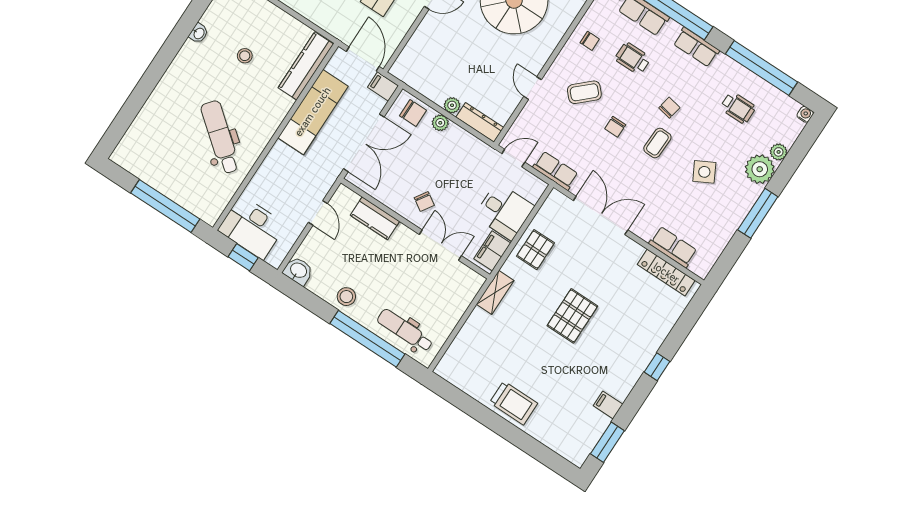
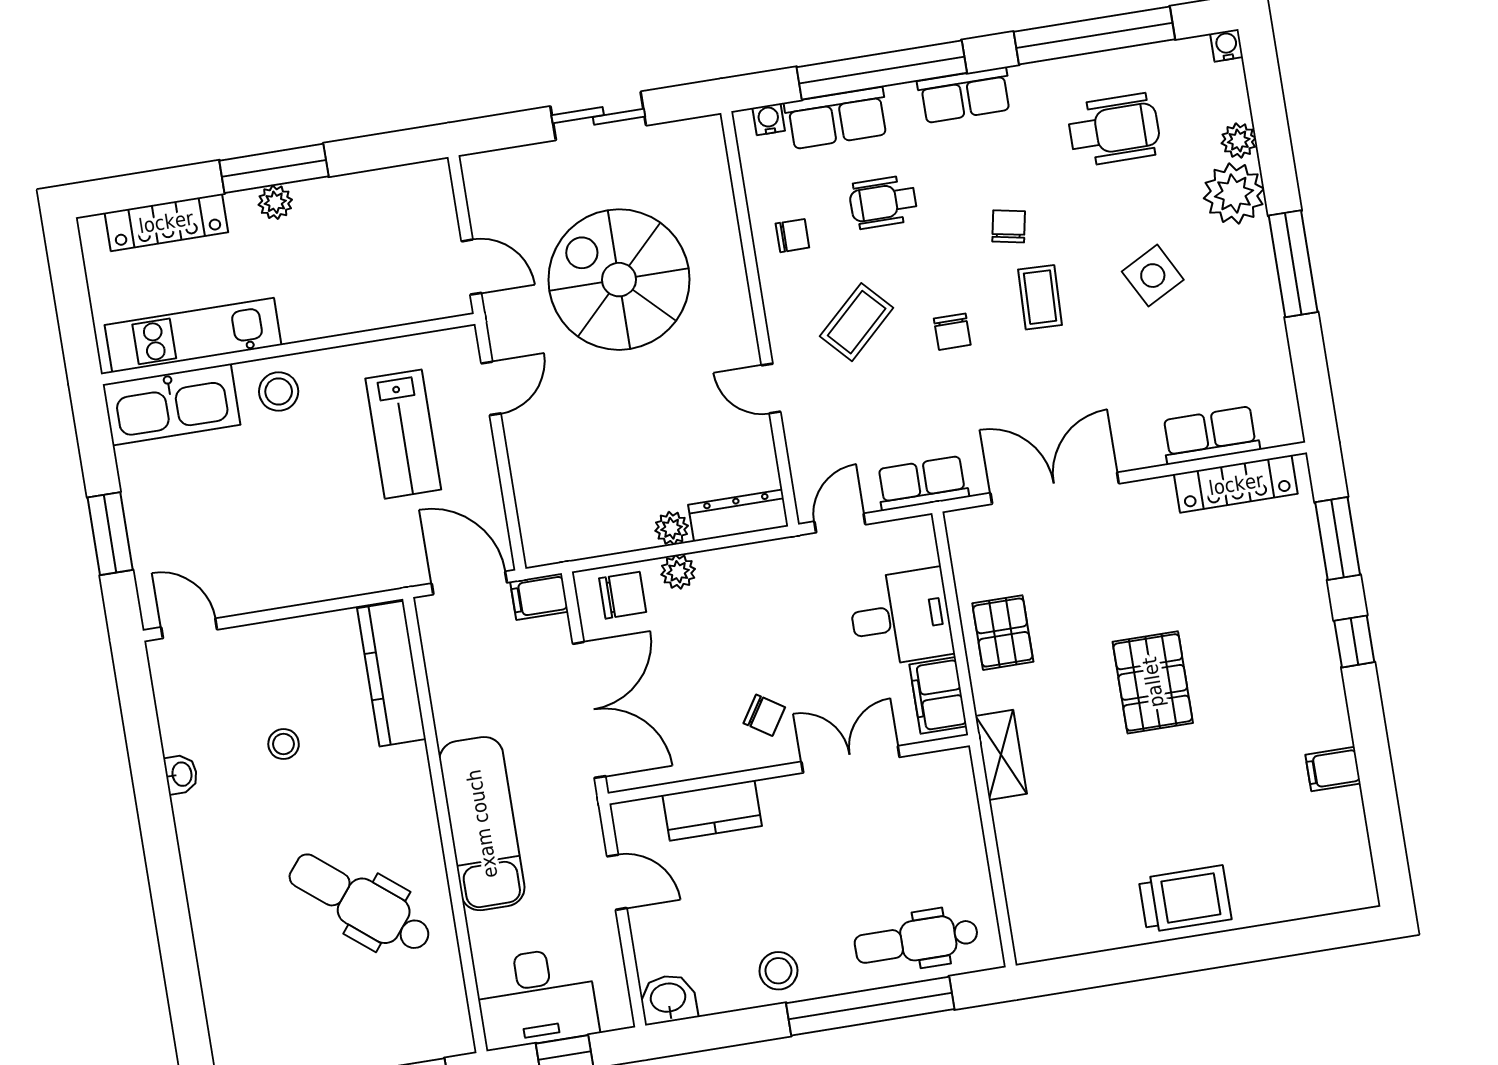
wheelchair: (738, 108) -> (1114, 130), width x1.36, depth x1.37
exam couch: (313, 112) -> (482, 824), moved
window: (607, 442) -> (1338, 539), moved

